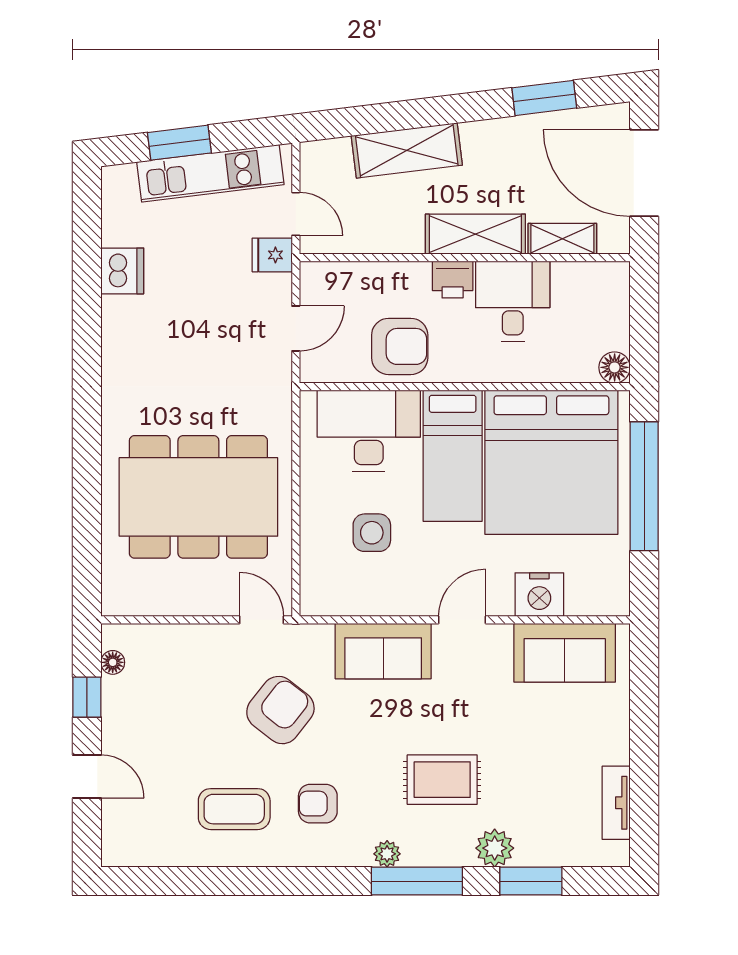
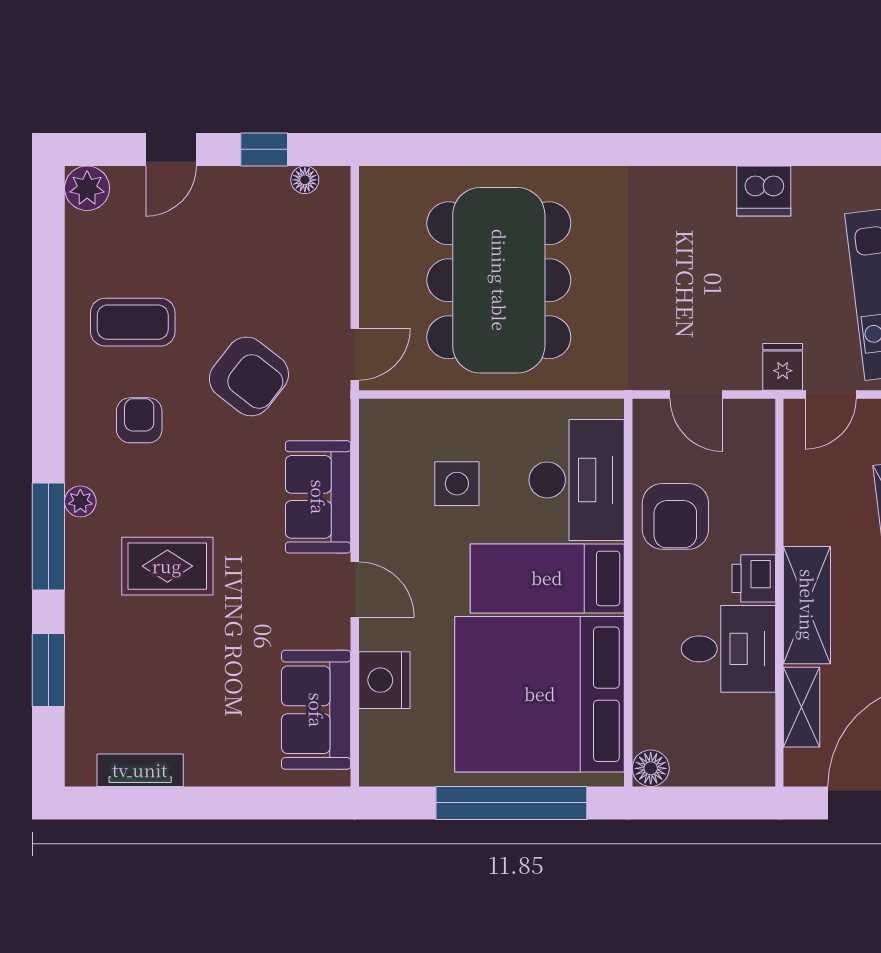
rug: (442, 780) -> (167, 566), turned 90
coffee table: (234, 809) -> (133, 322), turned 90
plant: (495, 848) -> (87, 188), moved

